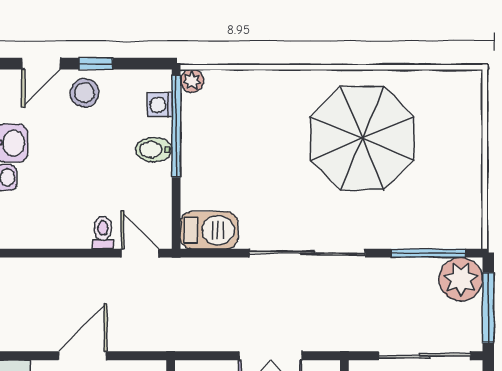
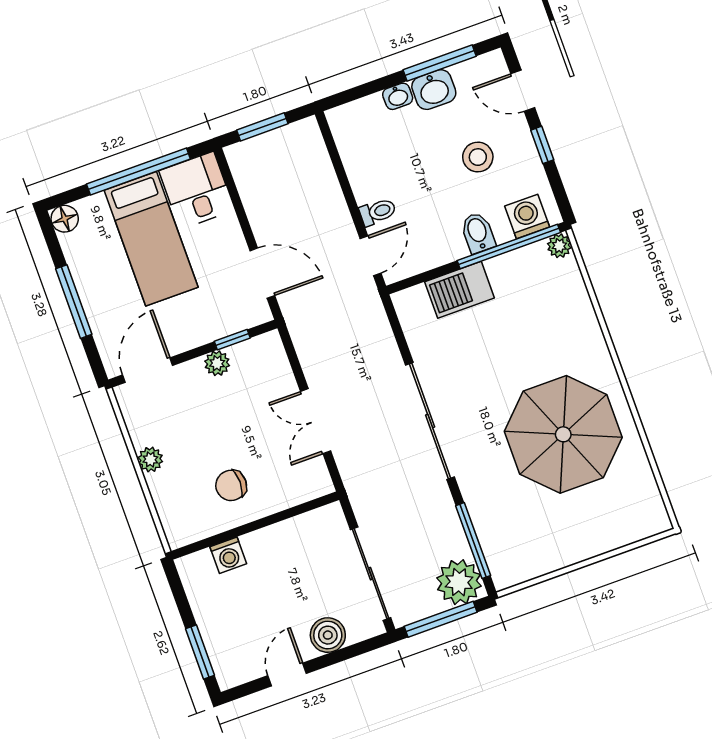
stool: (85, 93) -> (478, 157), moved
washing machine: (160, 105) -> (527, 216), width x1.38, depth x1.38
barbecue: (209, 230) -> (459, 290), moved, turned 90
door: (83, 356) -> (262, 273), moved

